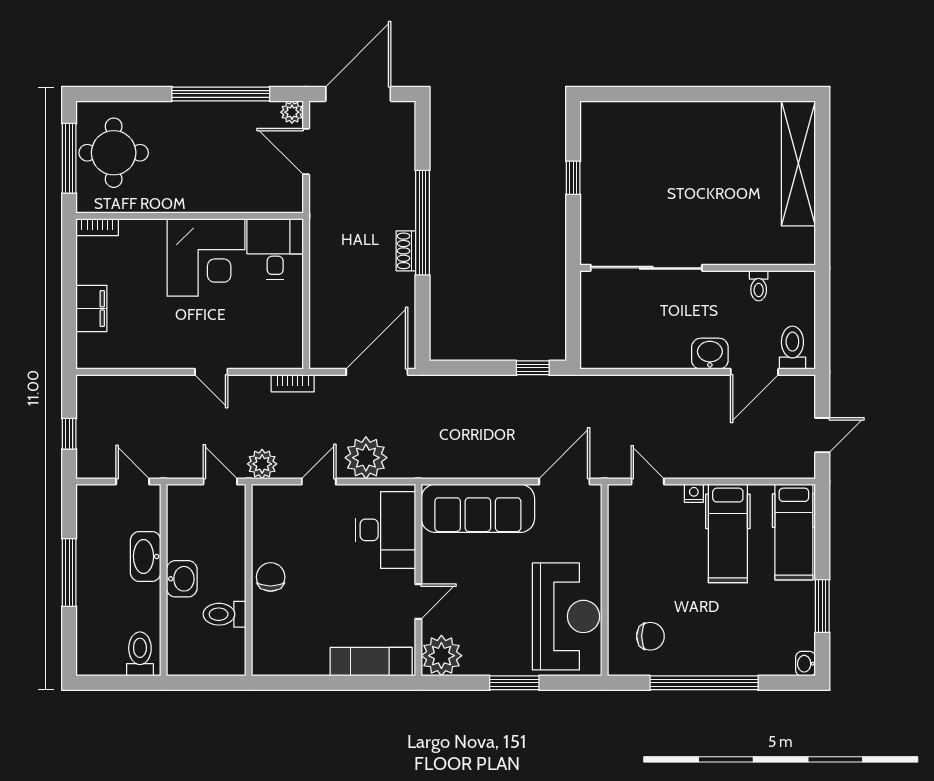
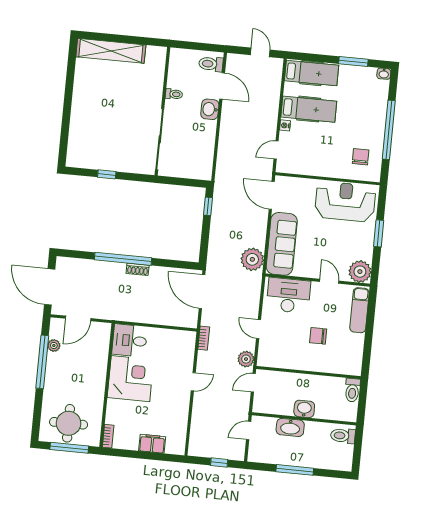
plant: (292, 112) -> (54, 345), moved
toilet: (759, 286) -> (174, 94), moved
plant: (366, 458) -> (252, 259), moved
chair: (271, 577) -> (318, 336), moved
toilet: (225, 614) -> (352, 390), moved

